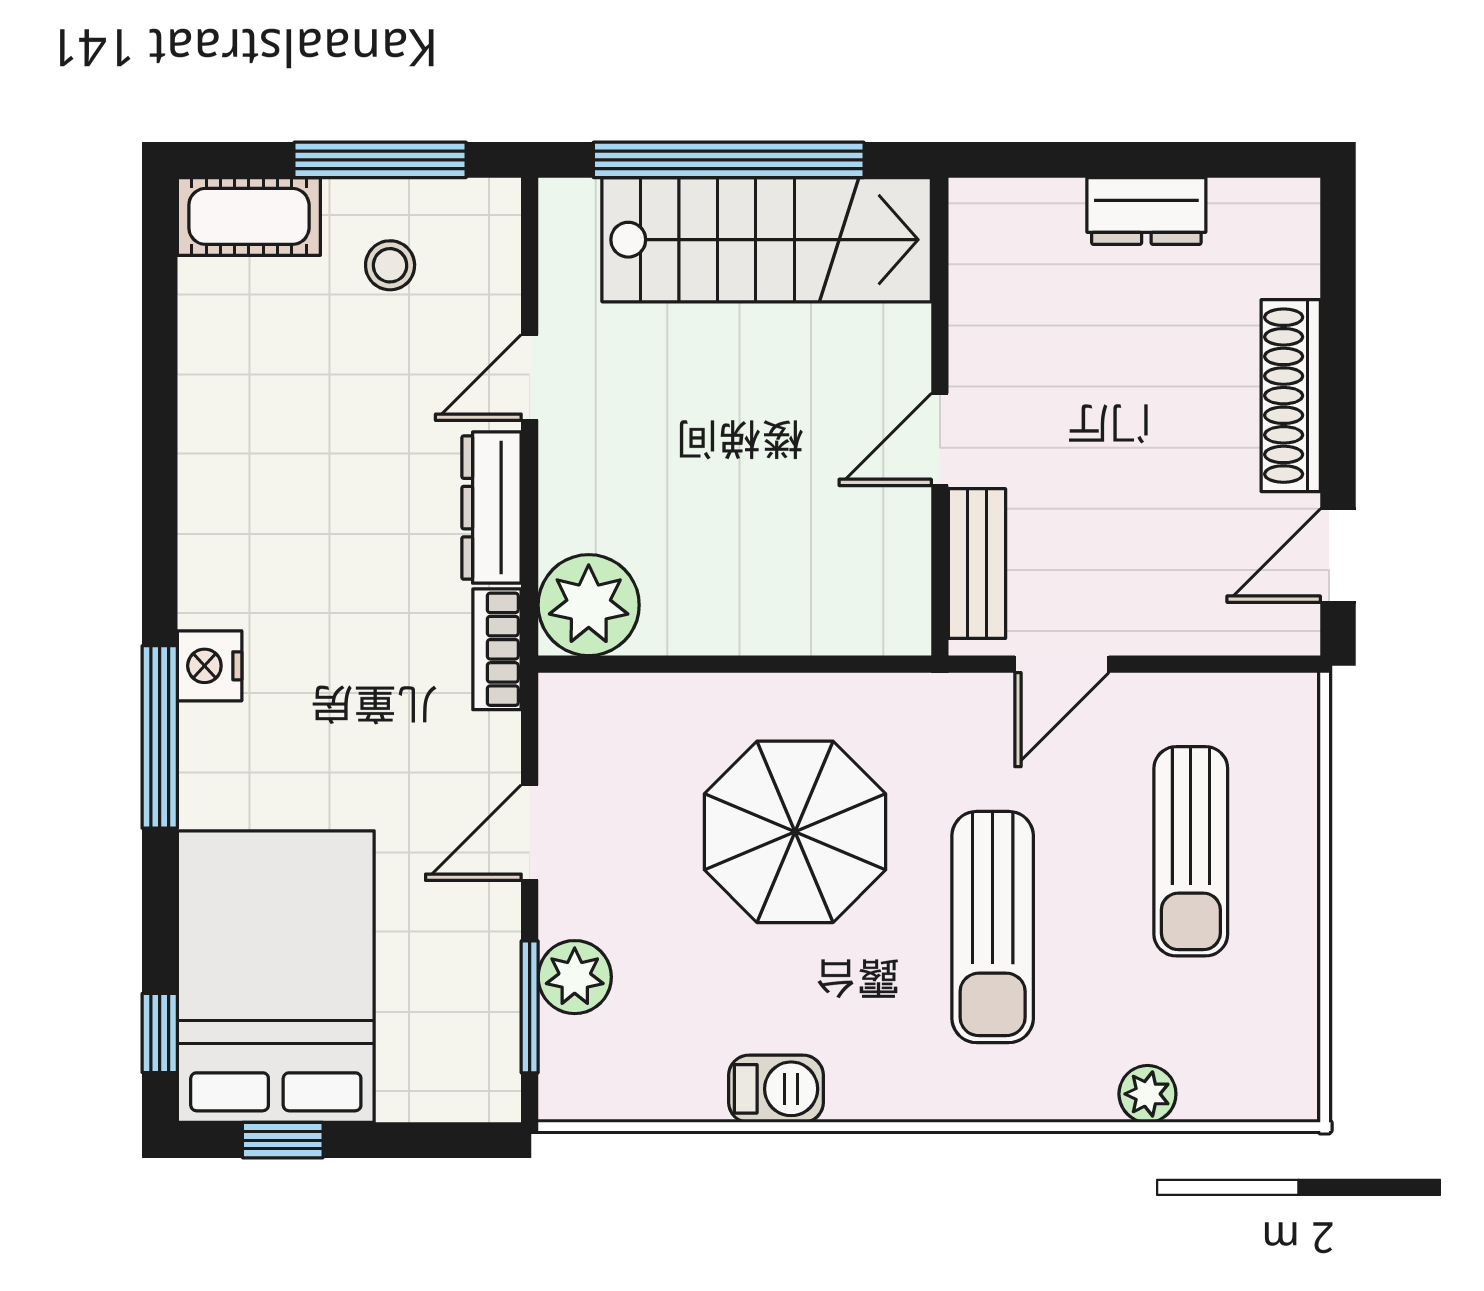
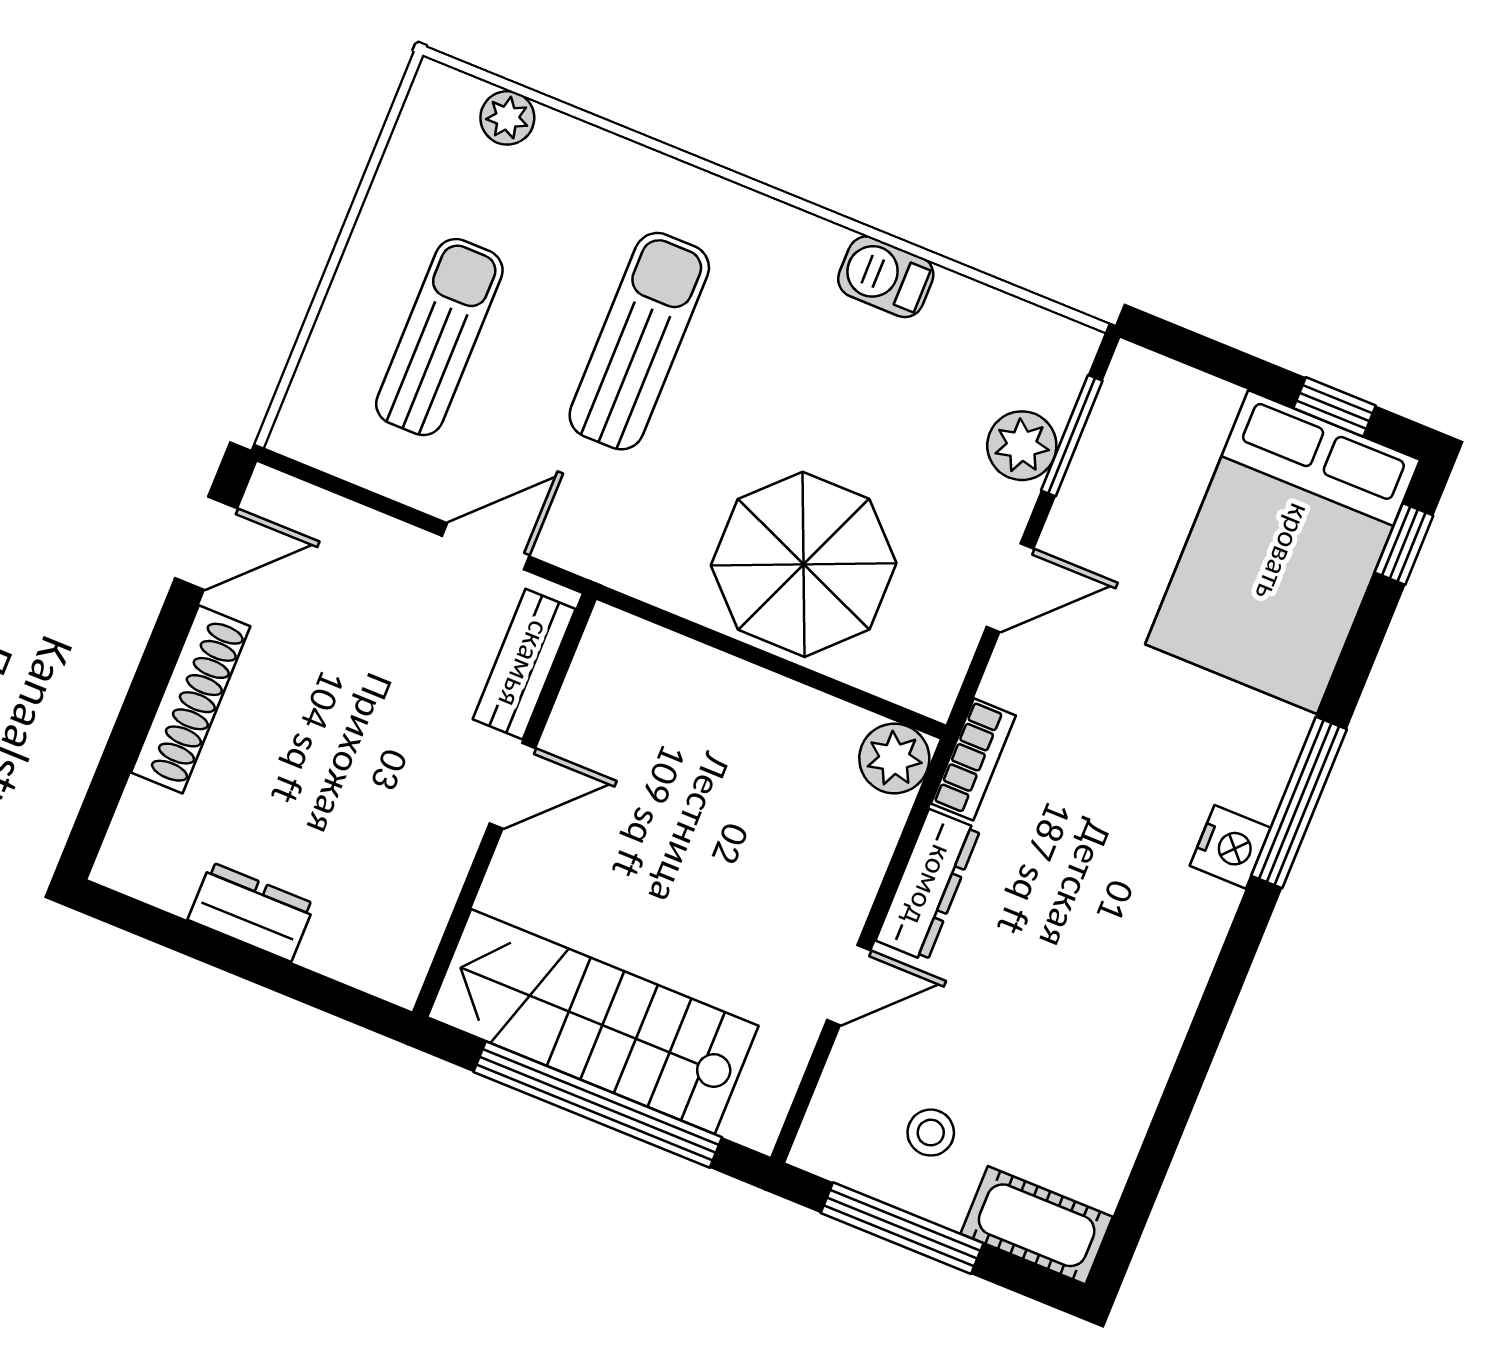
plant: (589, 605) -> (894, 758), width x0.73, depth x0.73
parasol: (795, 832) -> (804, 564), moved
plant: (1147, 1094) -> (507, 118), moved

